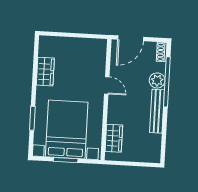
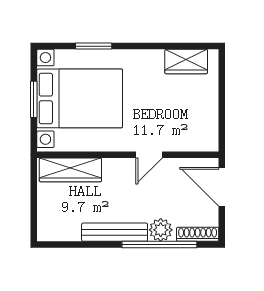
shoe rack: (162, 52) -> (198, 234), width x1.43
wardrobe: (45, 72) -> (186, 62), moved
wardrobe: (114, 138) -> (70, 170), width x1.50

